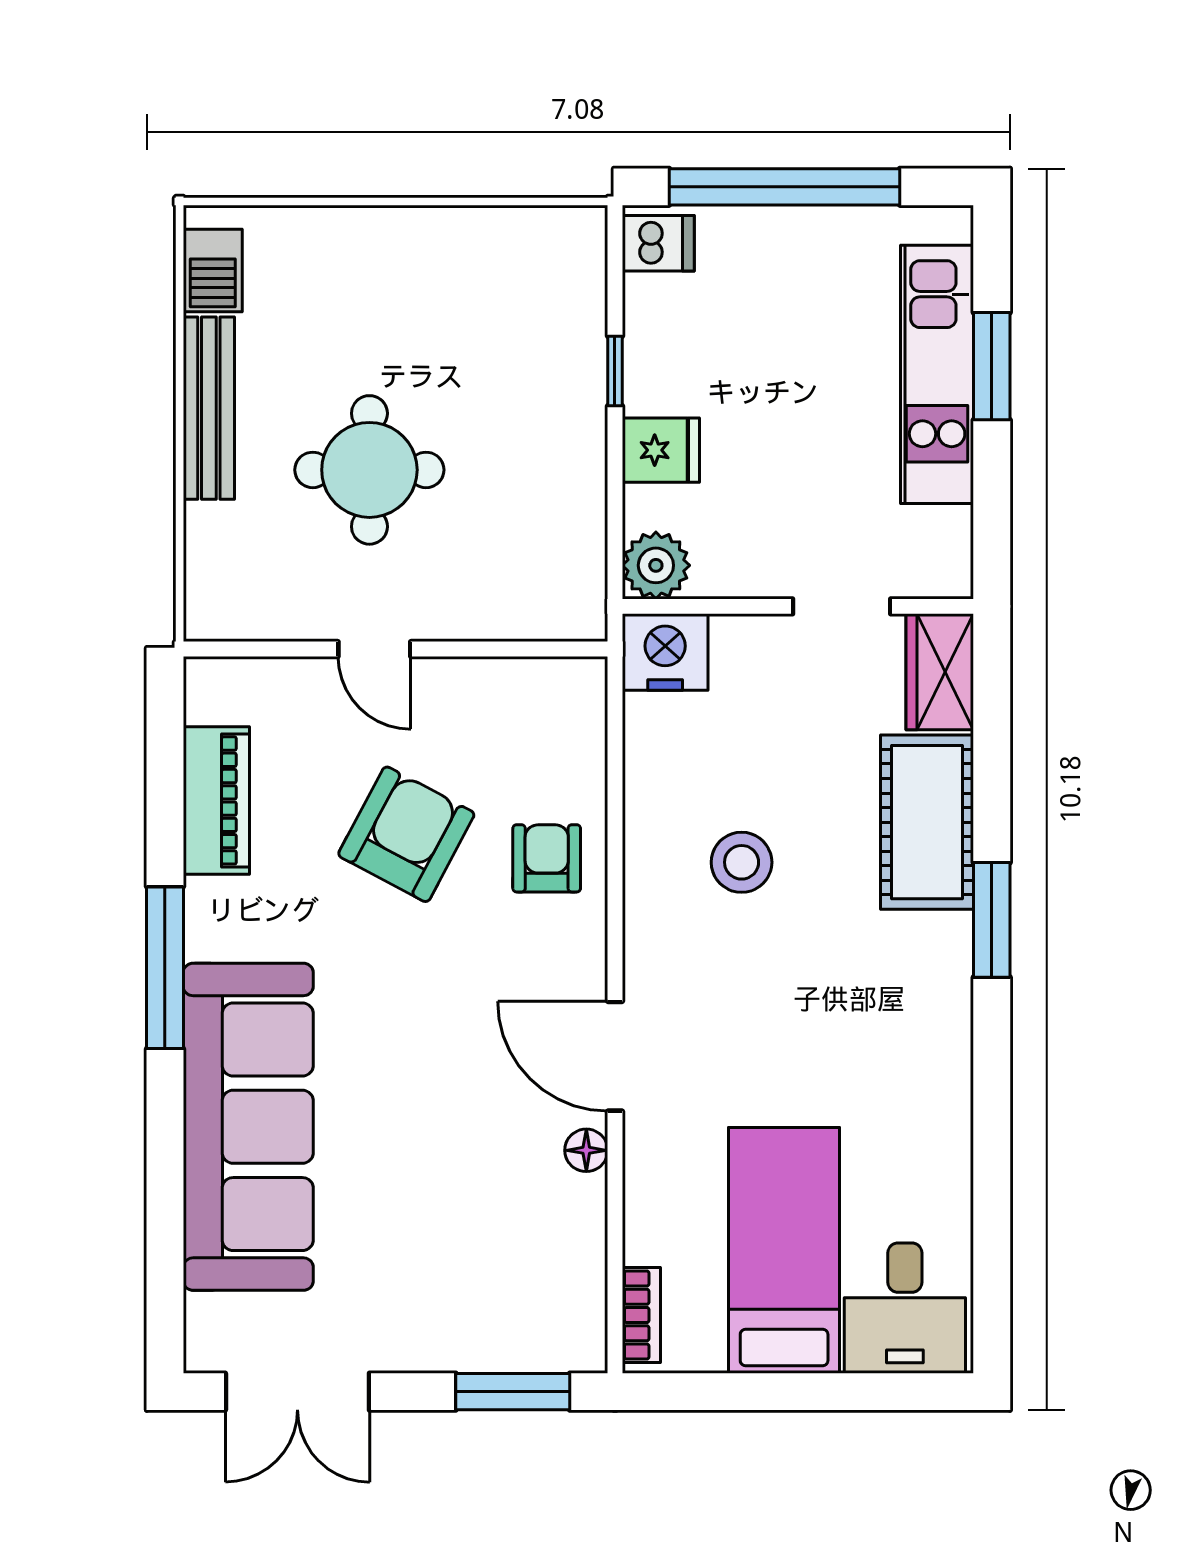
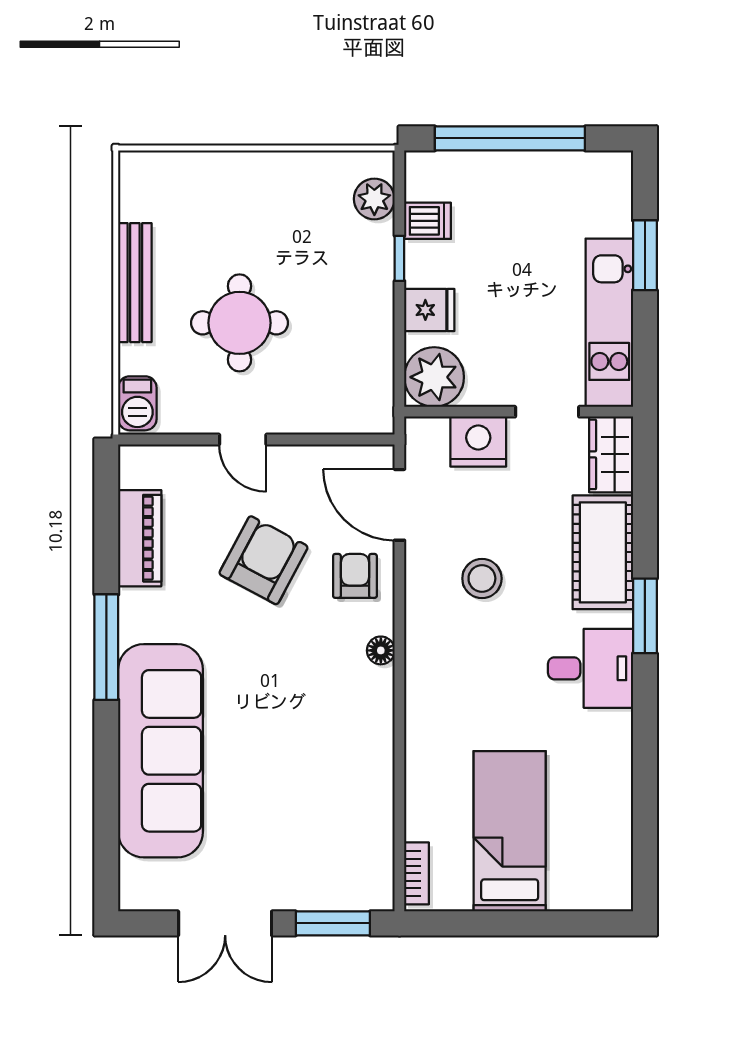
dishwasher: (658, 243) -> (428, 221), moved
barbecue: (213, 270) -> (137, 403), moved
plant: (576, 280) -> (374, 199), added
kitchen unit: (937, 374) -> (609, 323), moved
plant: (656, 565) -> (434, 377), width x1.36, depth x1.36
nightstand: (665, 652) -> (478, 442), moved
door: (615, 1056) -> (399, 505), moved
floor lamp: (586, 1150) -> (381, 650), moved
desk: (905, 1308) -> (590, 668), moved, turned -90
double door: (297, 1392) -> (225, 923), moved

